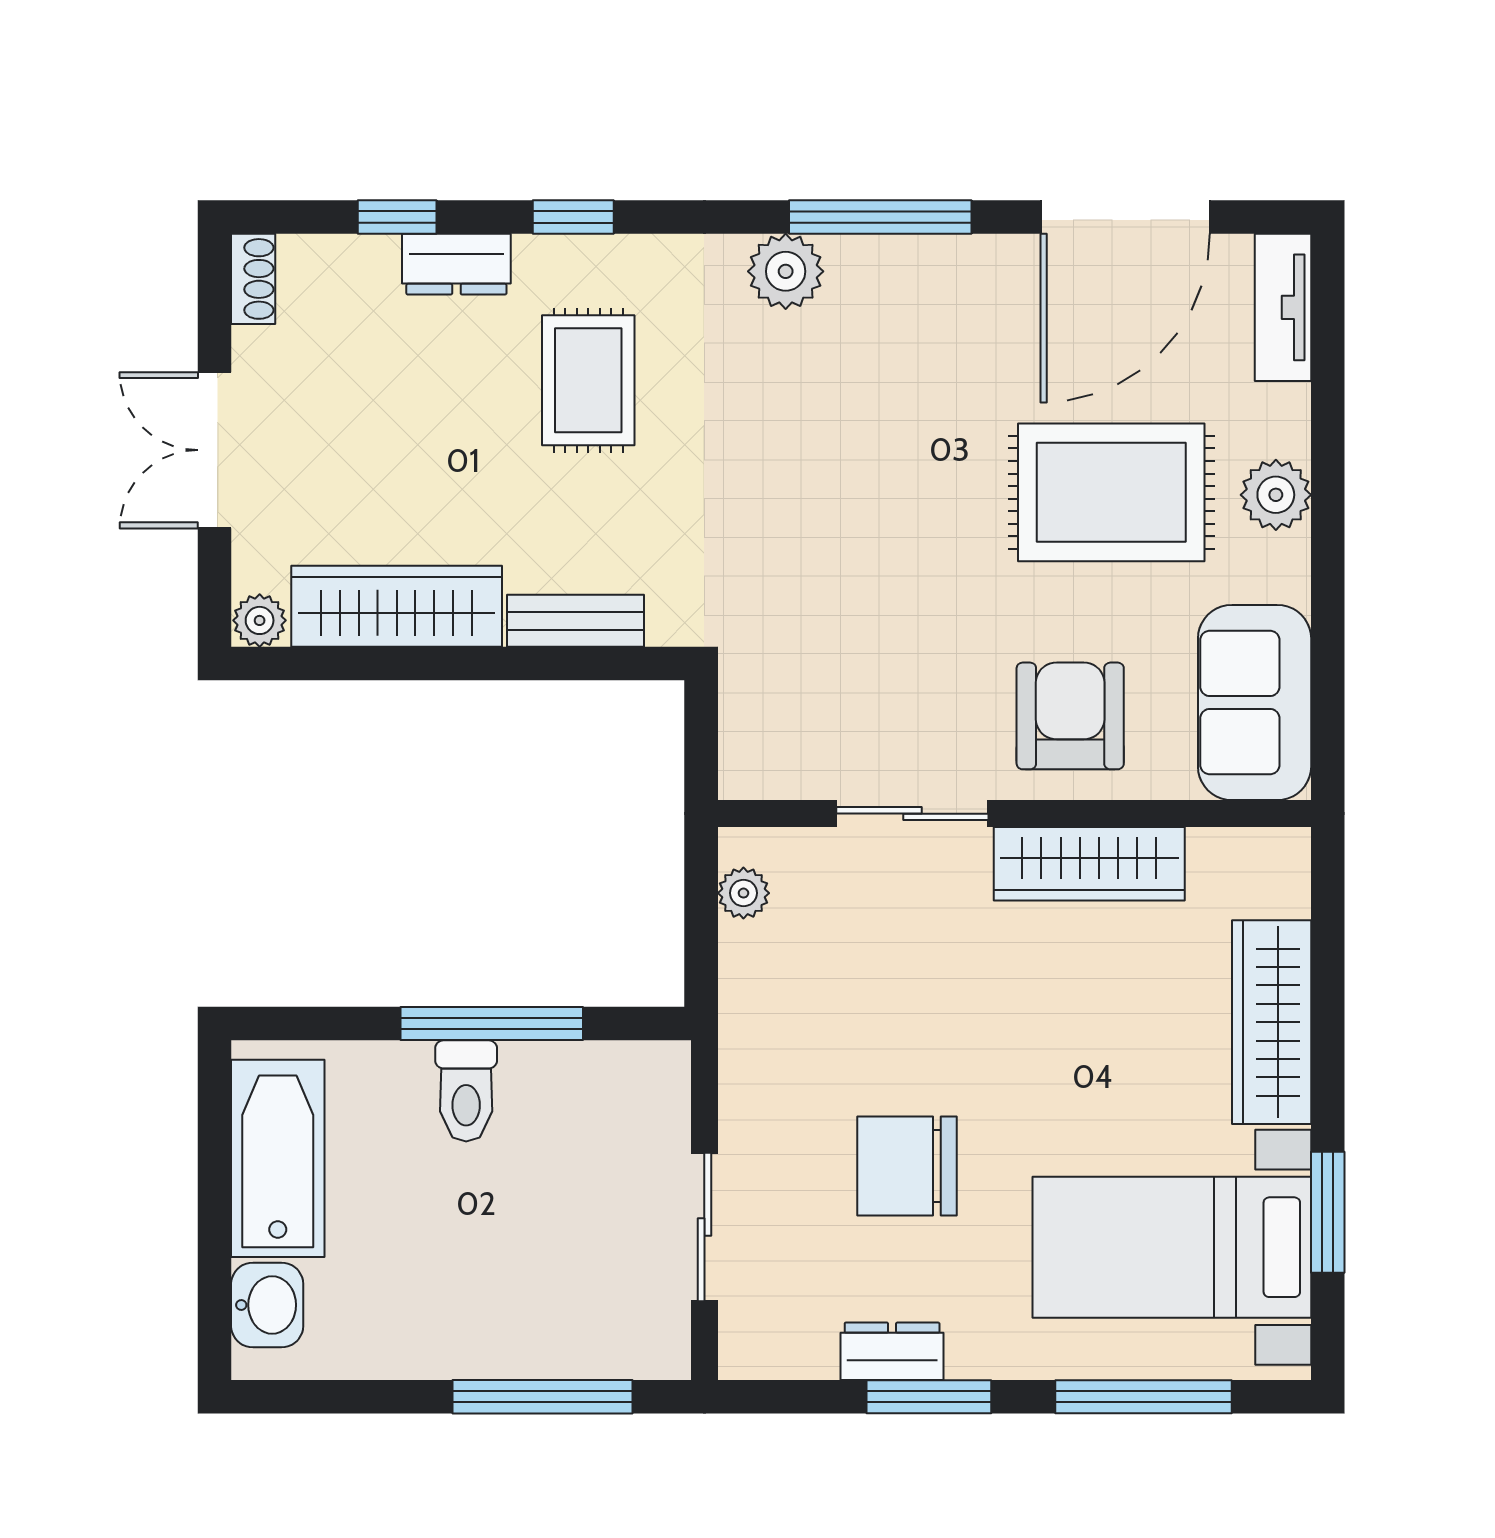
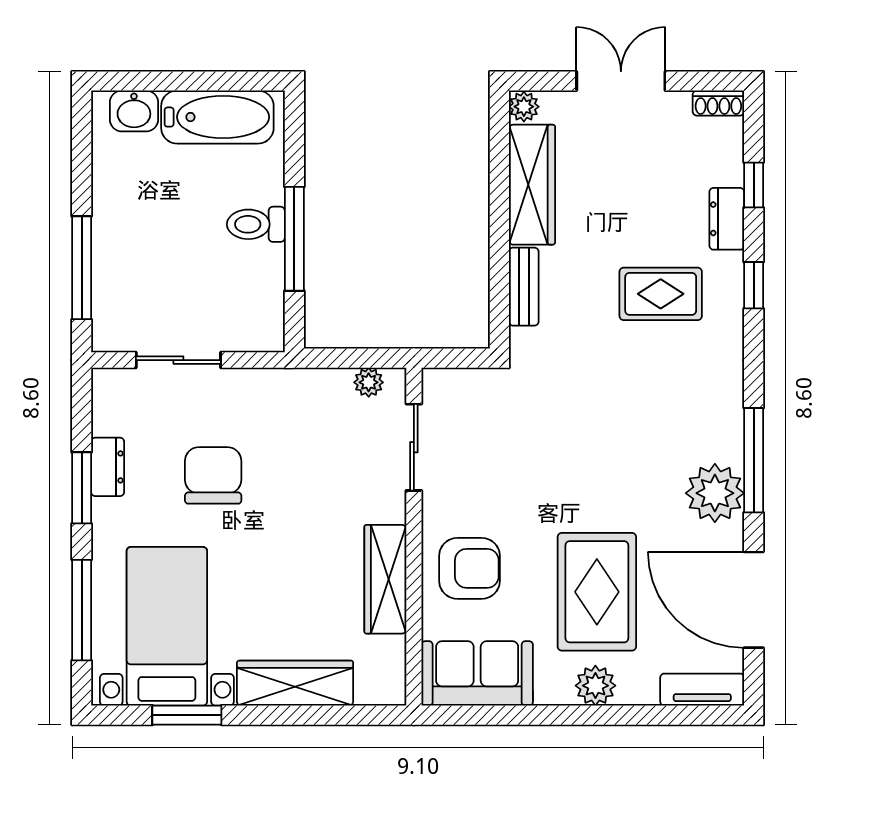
plant: (786, 271) -> (715, 493), moved, width x1.36, depth x1.36
sliding door: (912, 814) -> (414, 447), moved

